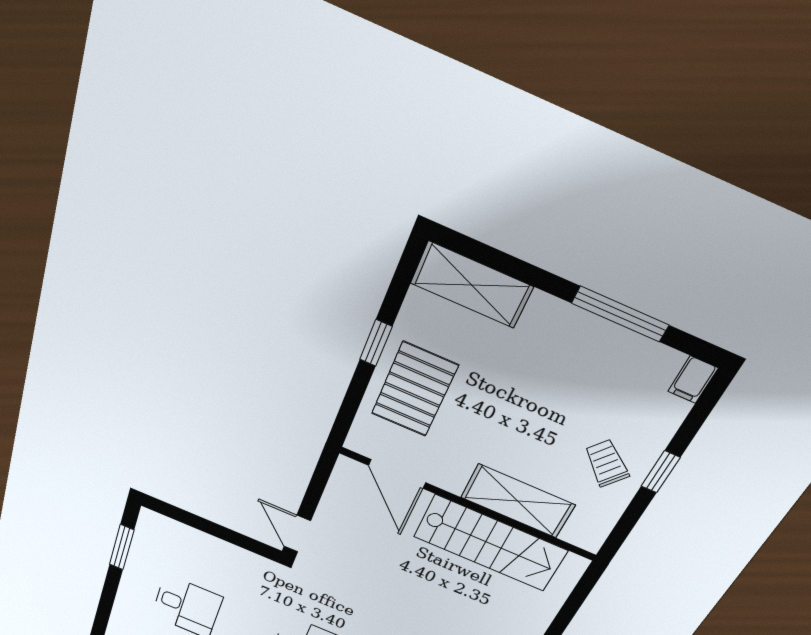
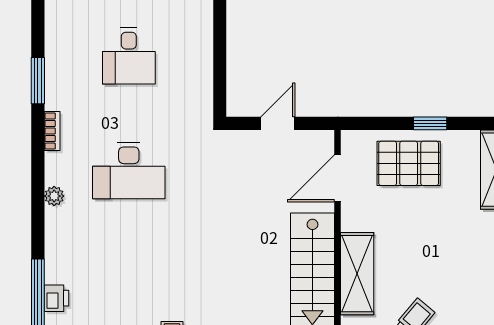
door: (297, 534) -> (278, 123), moved

